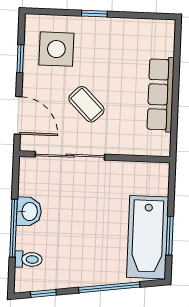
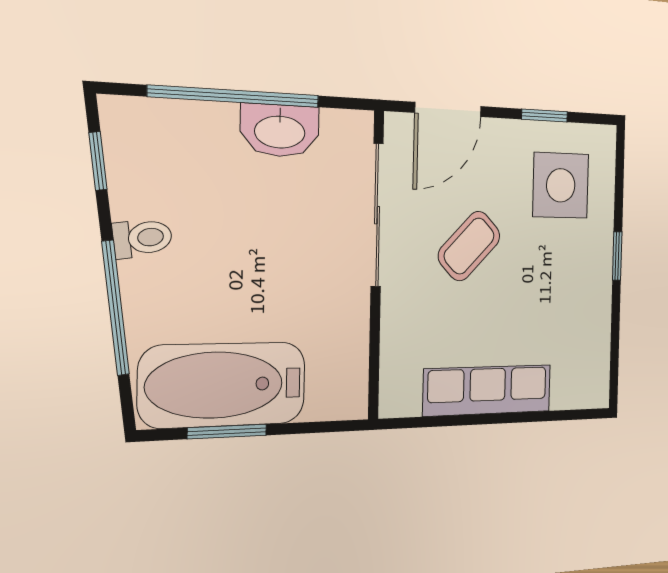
washbasin: (29, 211) -> (280, 131), width x1.38
window: (13, 228) -> (235, 96), width x1.46
toilet: (28, 259) -> (143, 238), moved, turned -98

